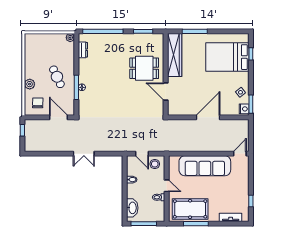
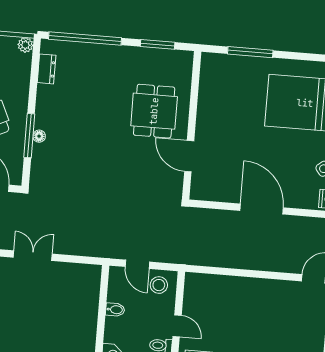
wardrobe: (175, 55) -> (211, 92), removed
dining table: (144, 68) -> (154, 111), turned 90
door: (208, 117) -> (262, 209), hinge flipped
double door: (84, 154) -> (33, 256), swing flipped
sofa: (205, 166) -> (249, 296), removed

